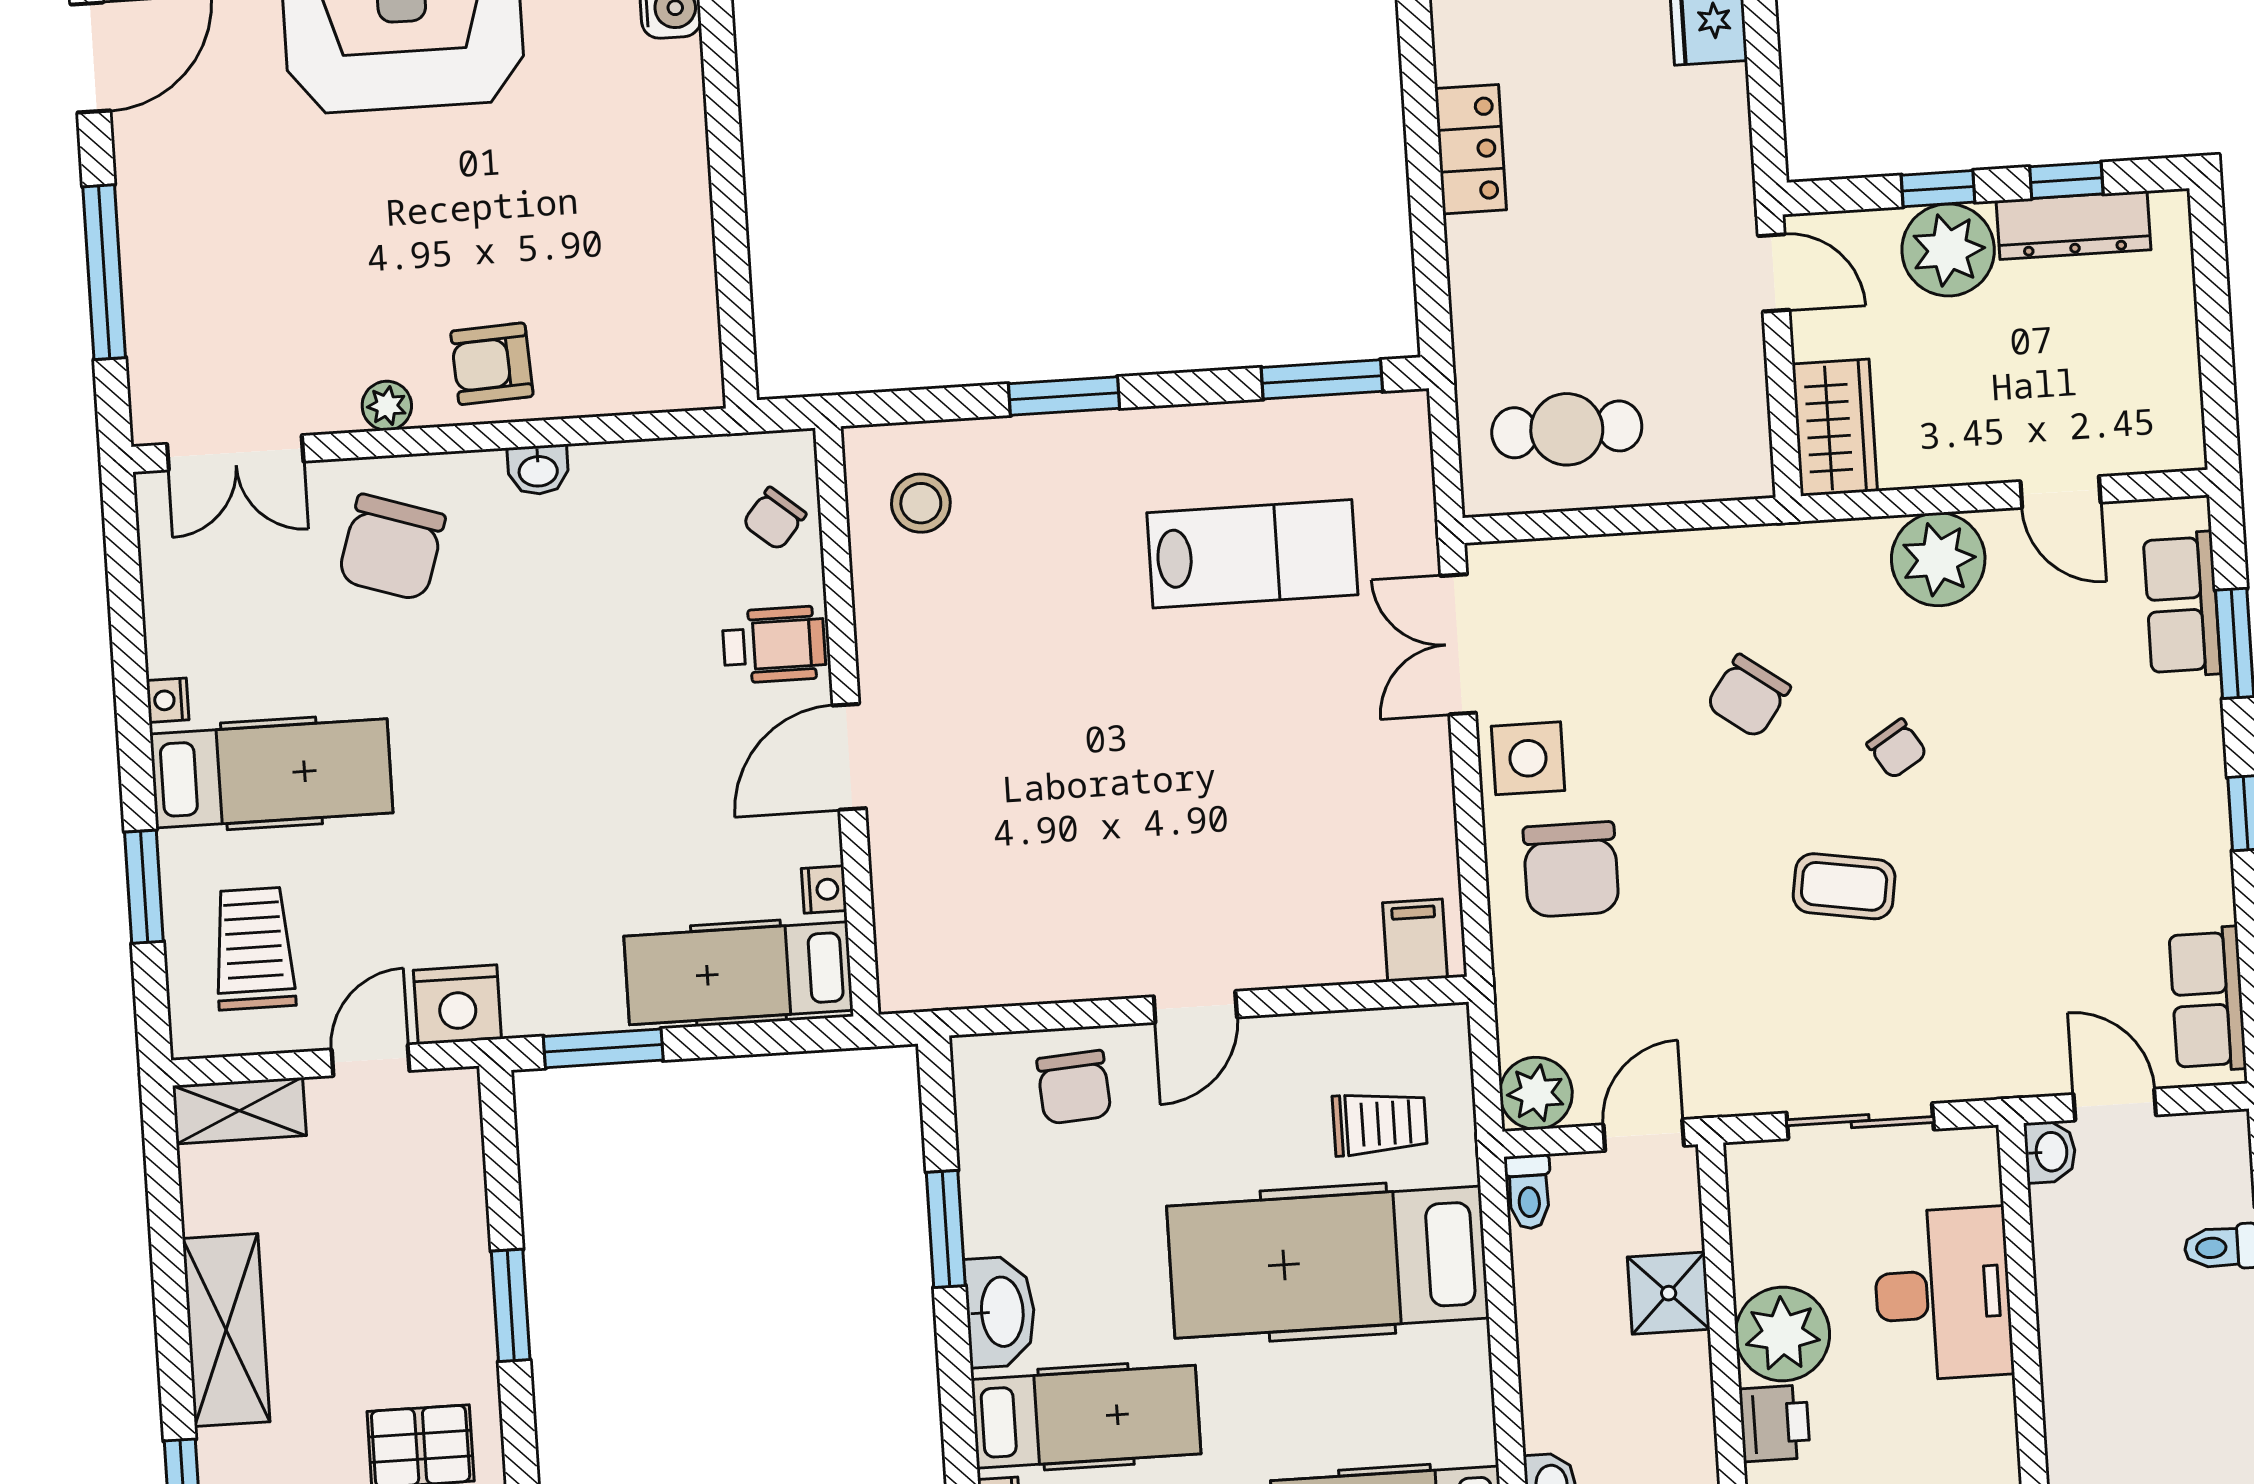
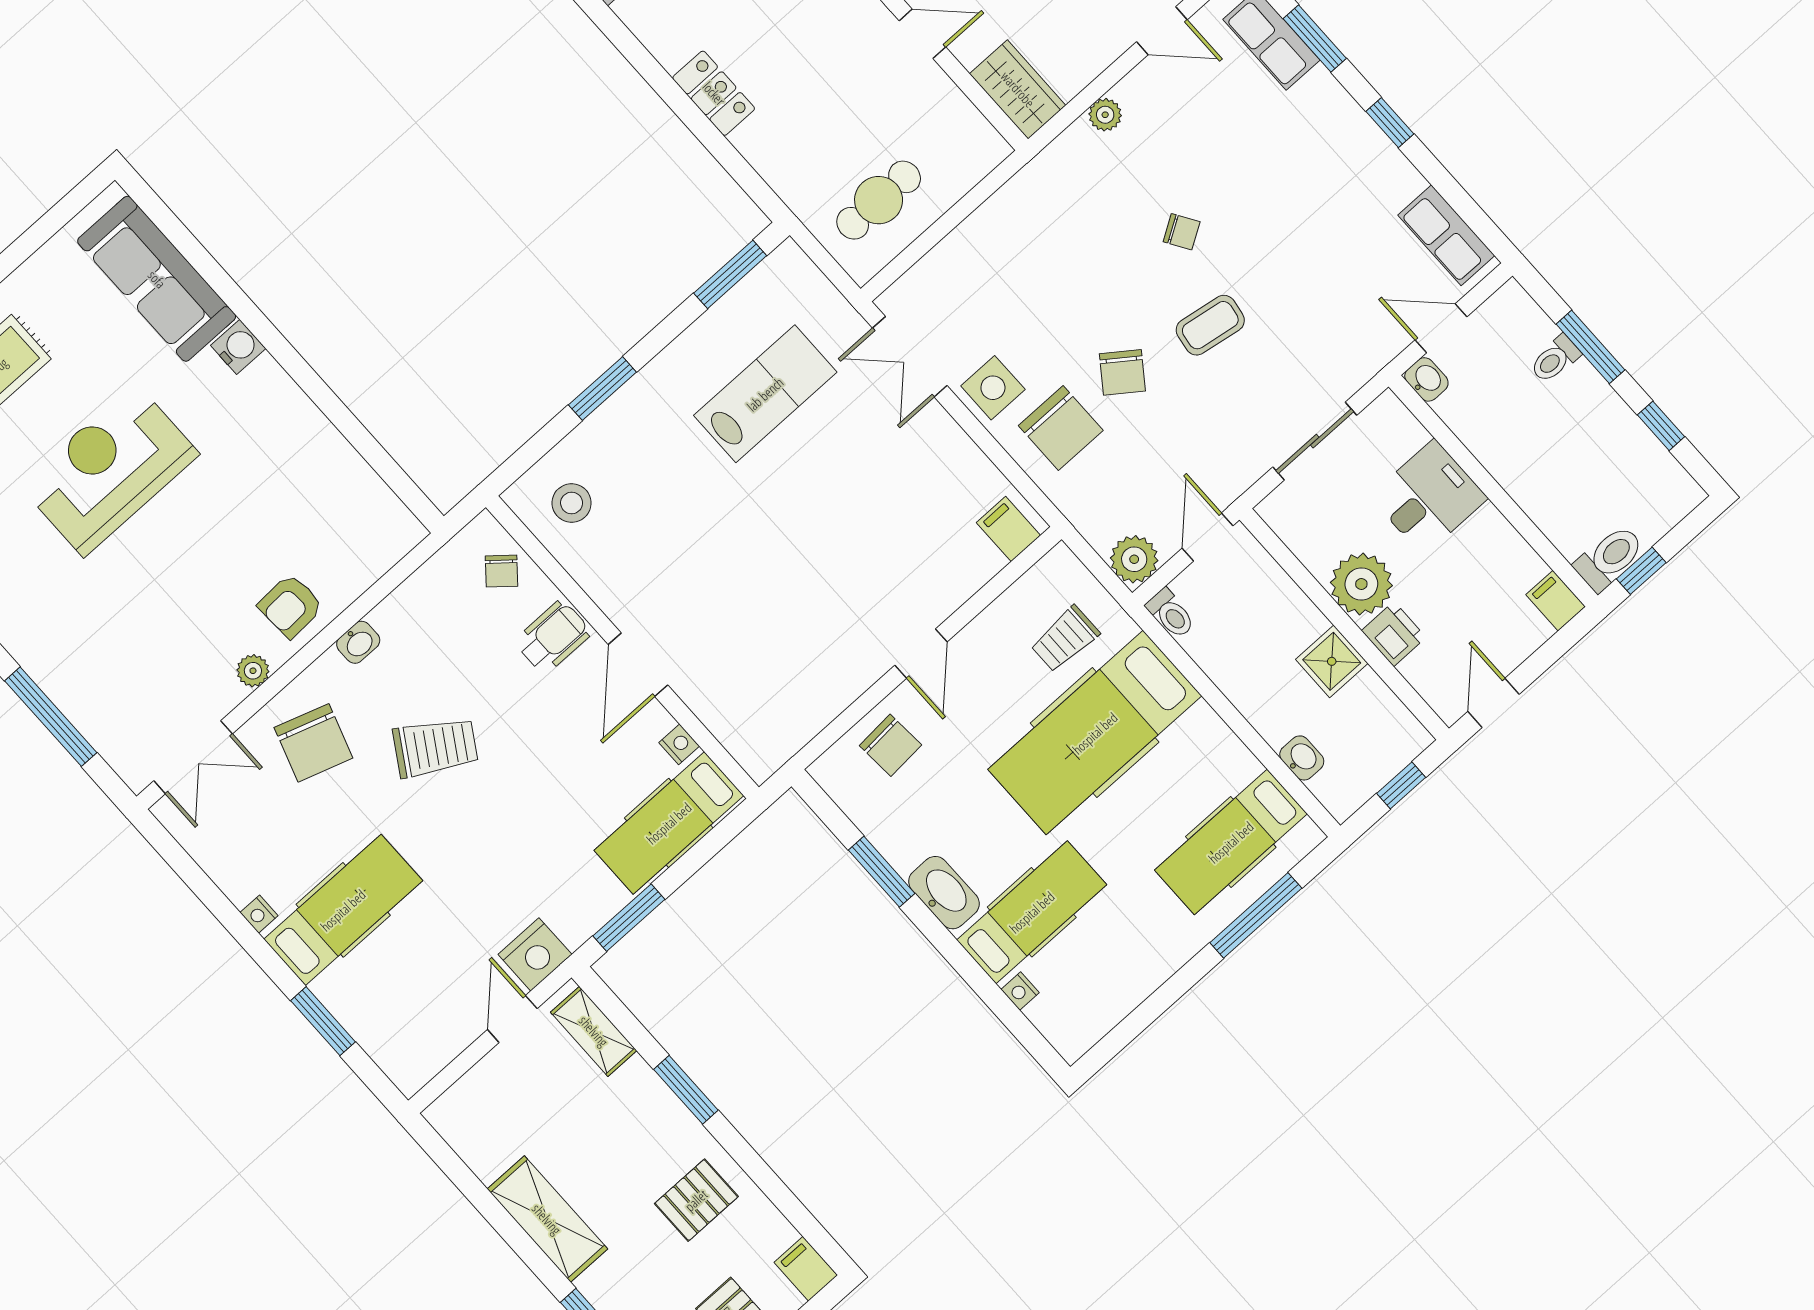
plant: (1938, 559) -> (1105, 115), width x0.53, depth x0.53
chair: (1748, 696) -> (1122, 372), moved
trolley: (254, 948) -> (435, 747), moved, turned 122
shelving: (239, 1111) -> (594, 1031), moved, turned 90
trolley: (1380, 1123) -> (1065, 639), turned 180
shower: (1669, 1293) -> (1332, 661), moved
desk: (1943, 1294) -> (1429, 497), width x0.73

